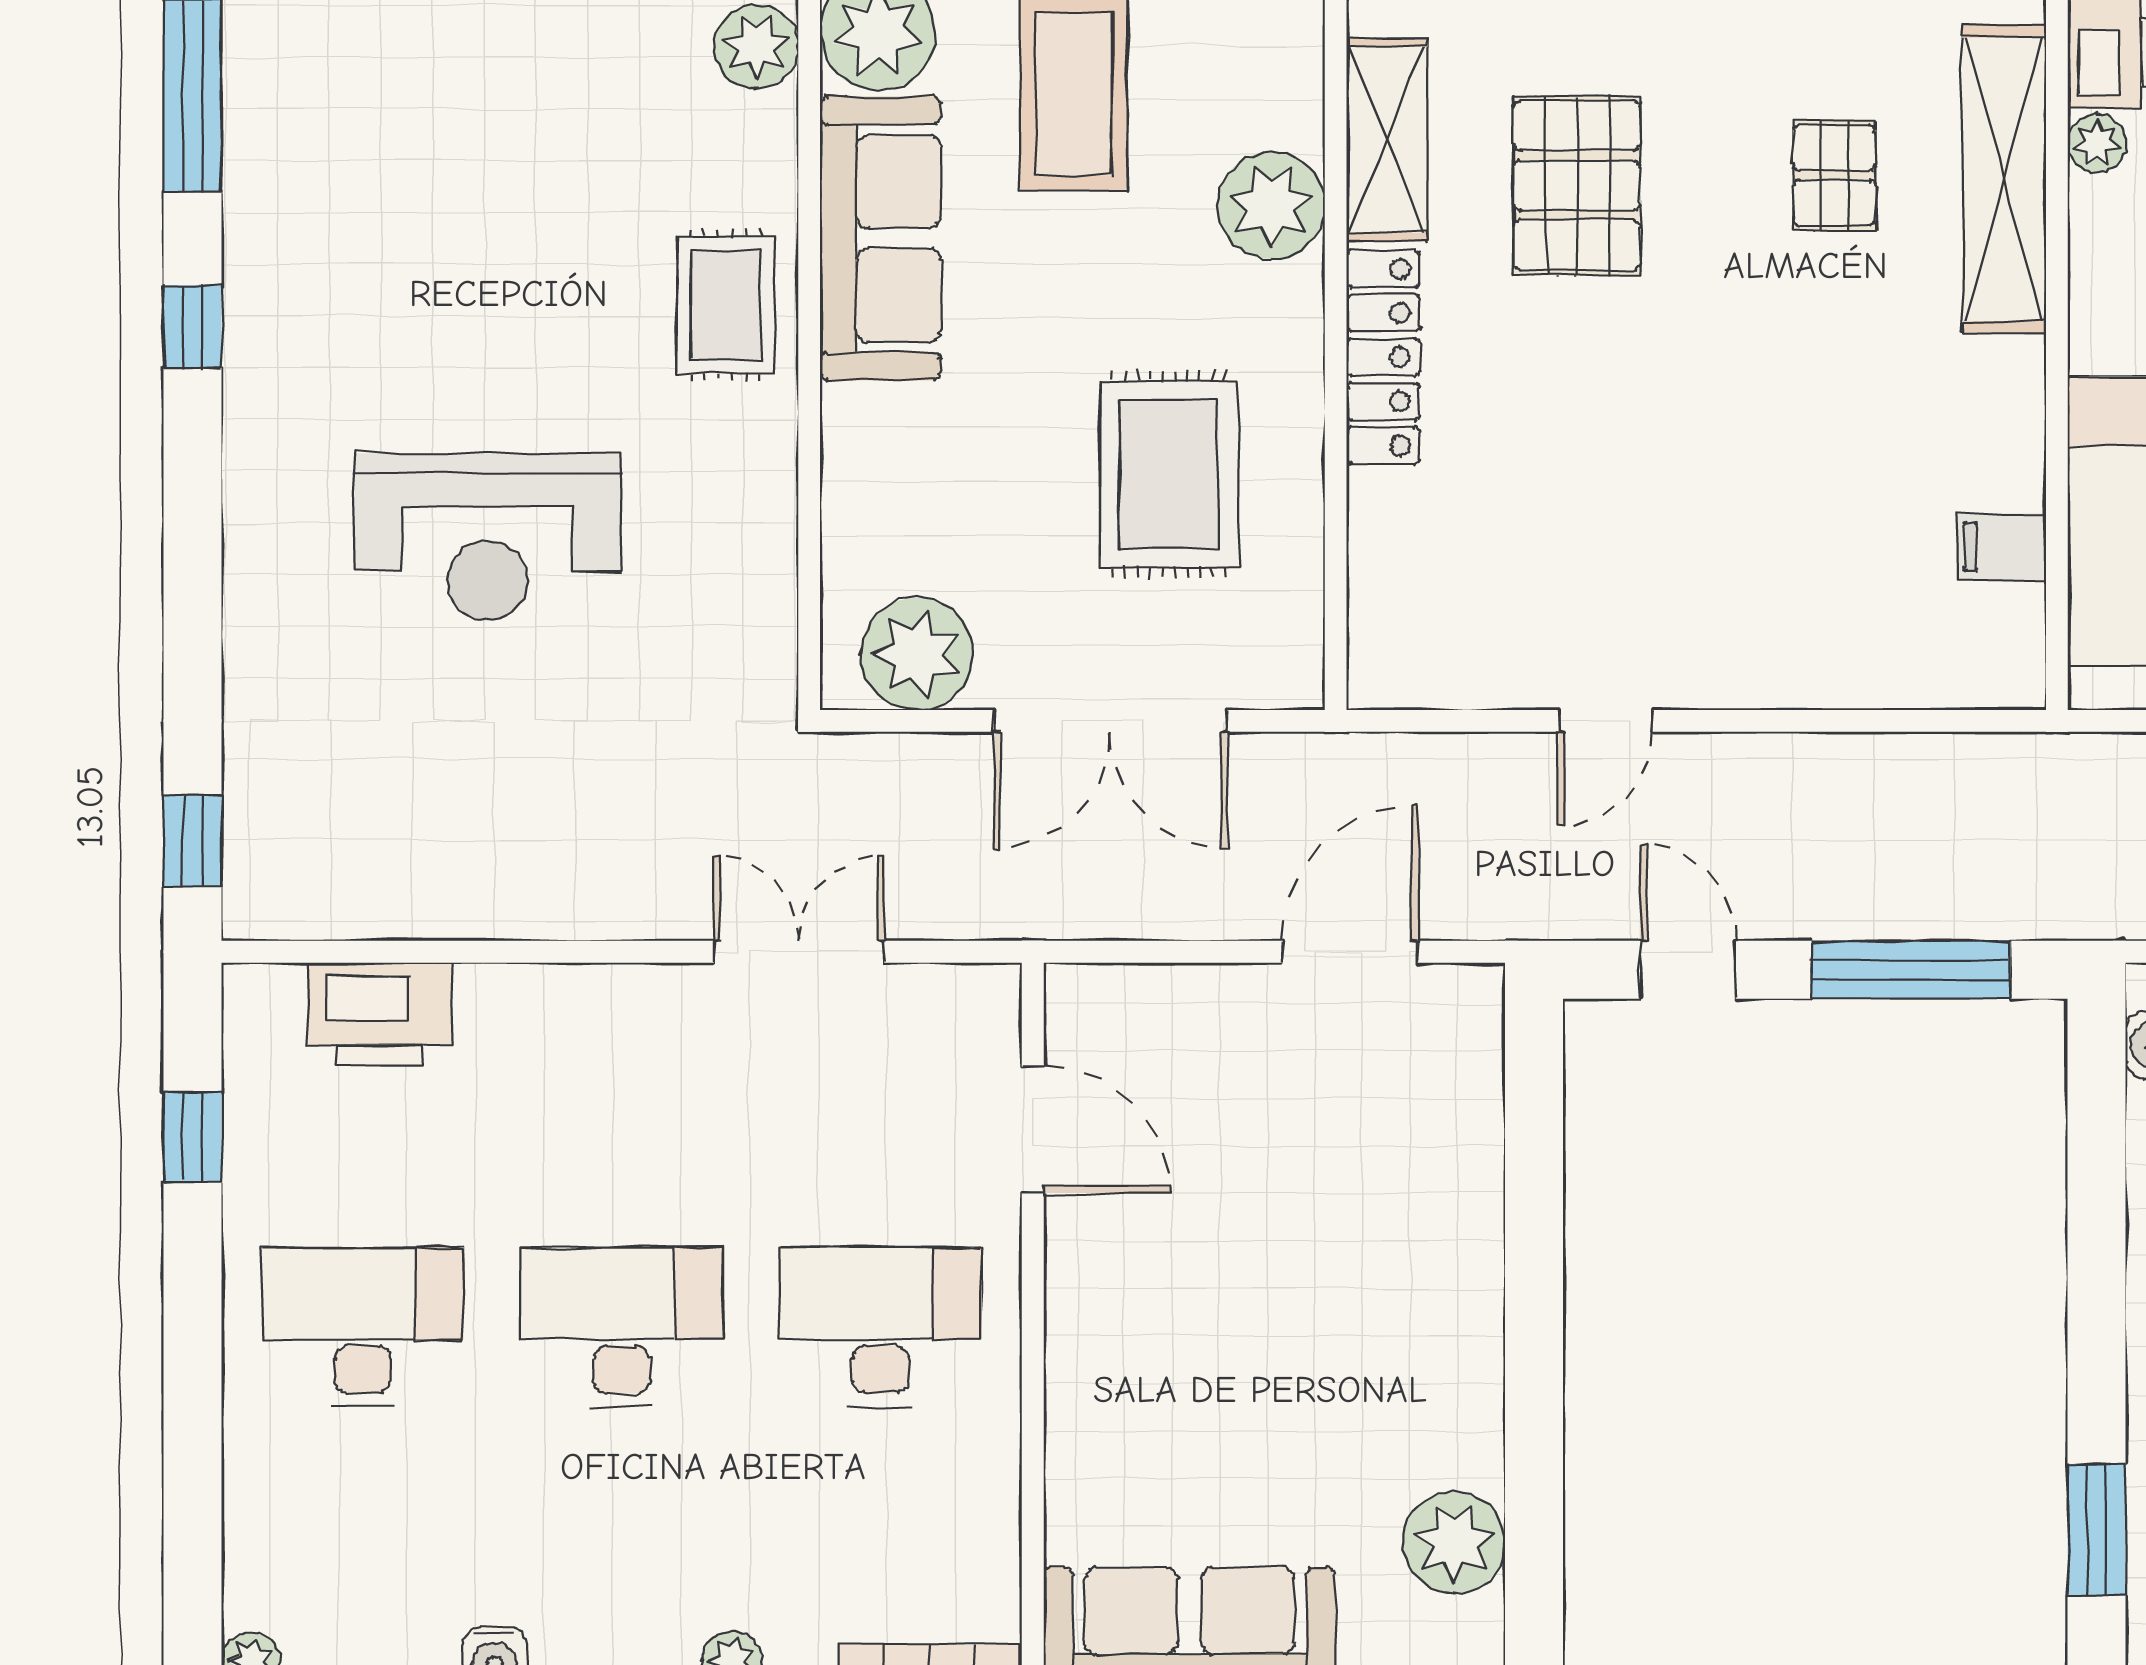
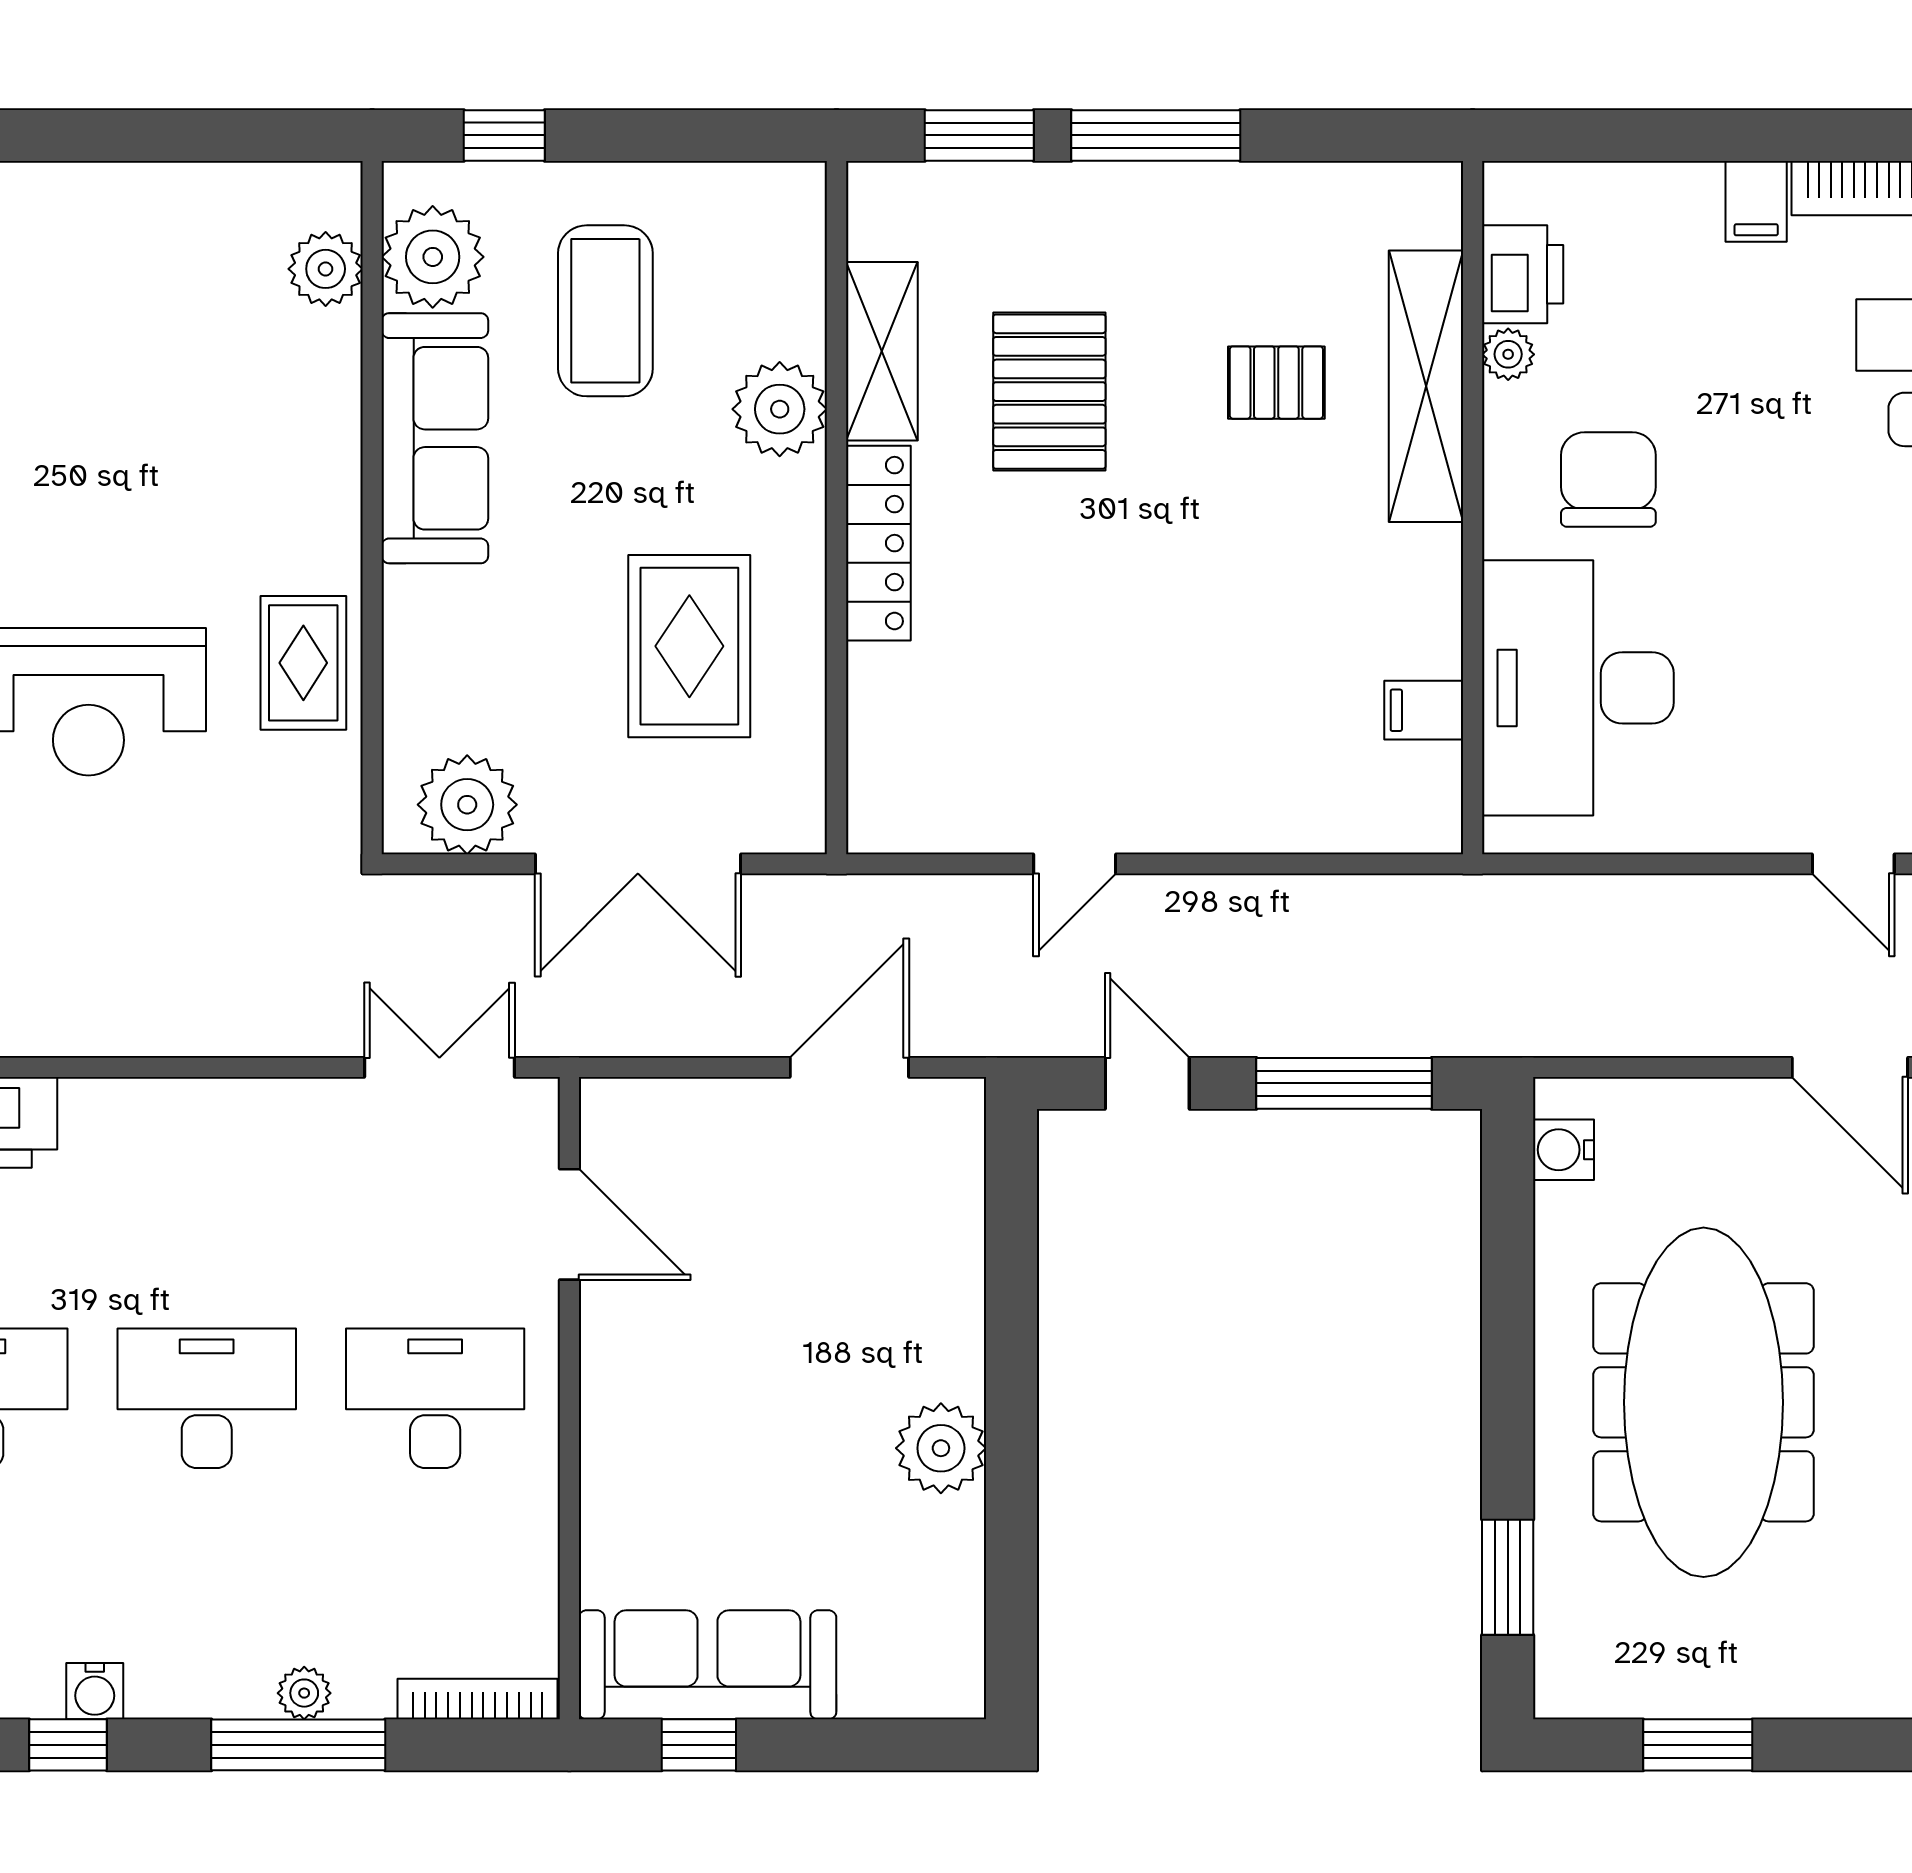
pallet: (1834, 175) -> (1276, 383), turned 90
rug: (726, 305) -> (303, 663), moved
double door: (799, 952) -> (439, 1067), moved
plant: (1454, 1543) -> (941, 1448), moved

